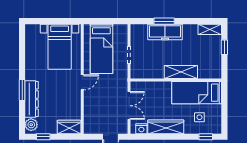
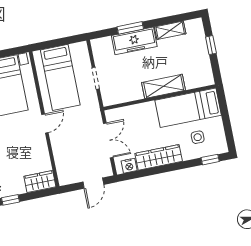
shelving: (210, 29) -> (170, 30), moved

